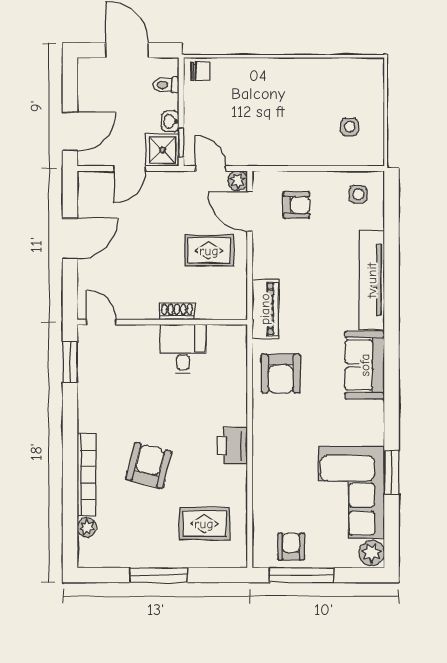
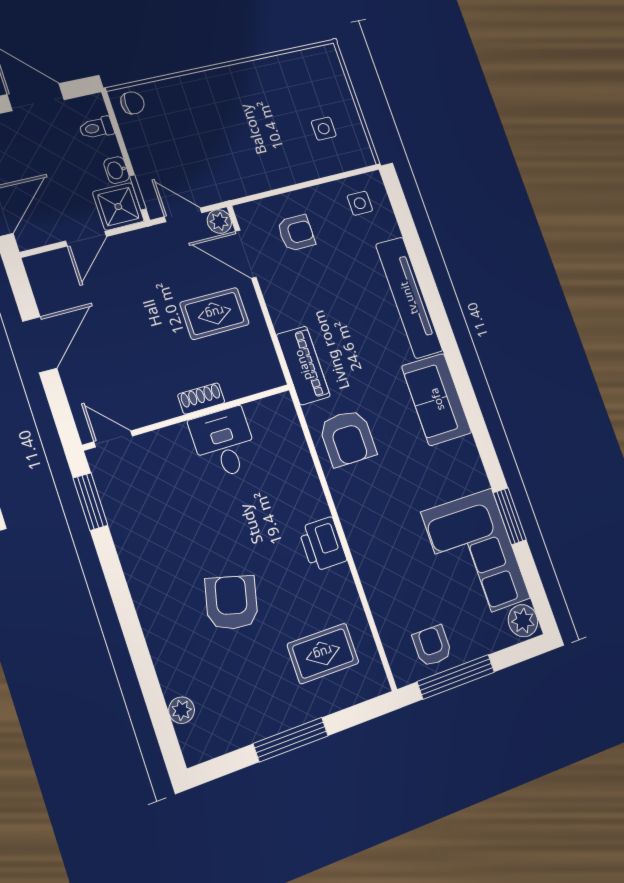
bookcase: (87, 475) -> (159, 641), removed

